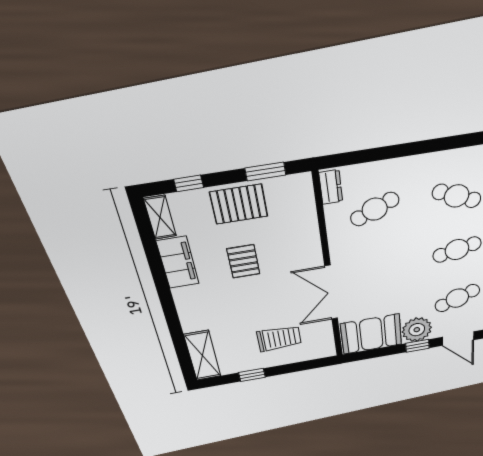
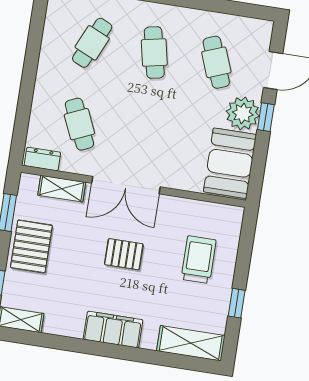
shelving: (307, 213) -> (62, 189), added
pallet: (243, 261) -> (124, 254), moved
filing cabinet: (178, 263) -> (113, 330), moved
double door: (331, 293) -> (126, 185), moved

